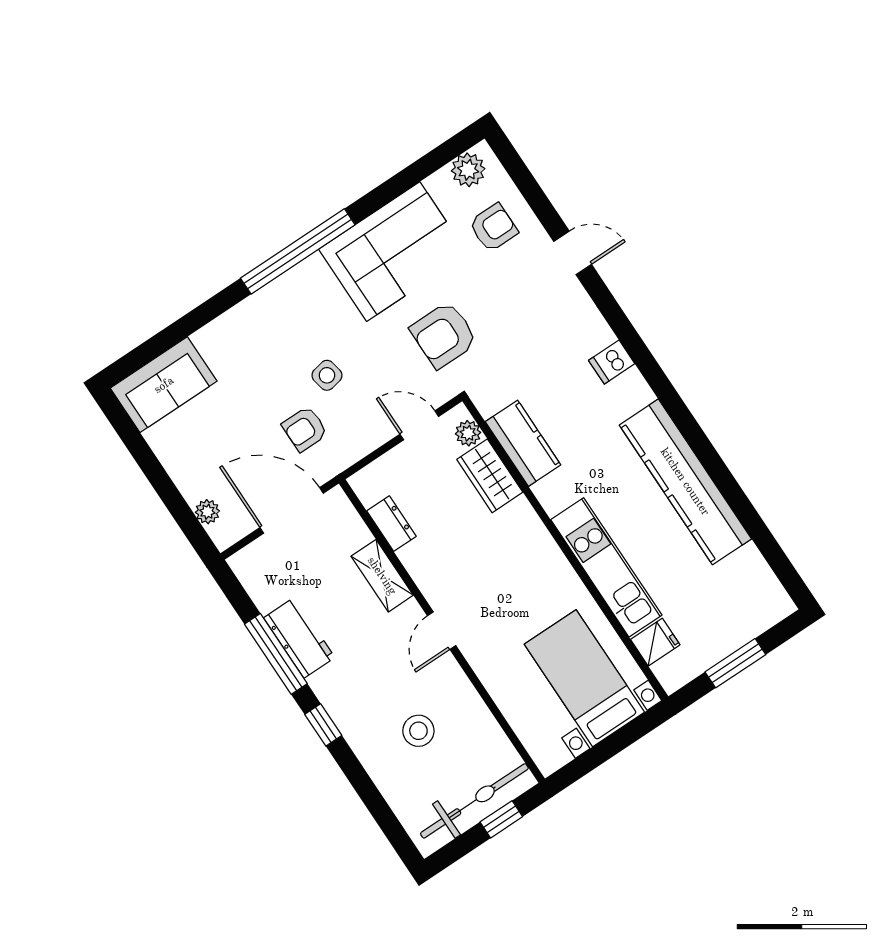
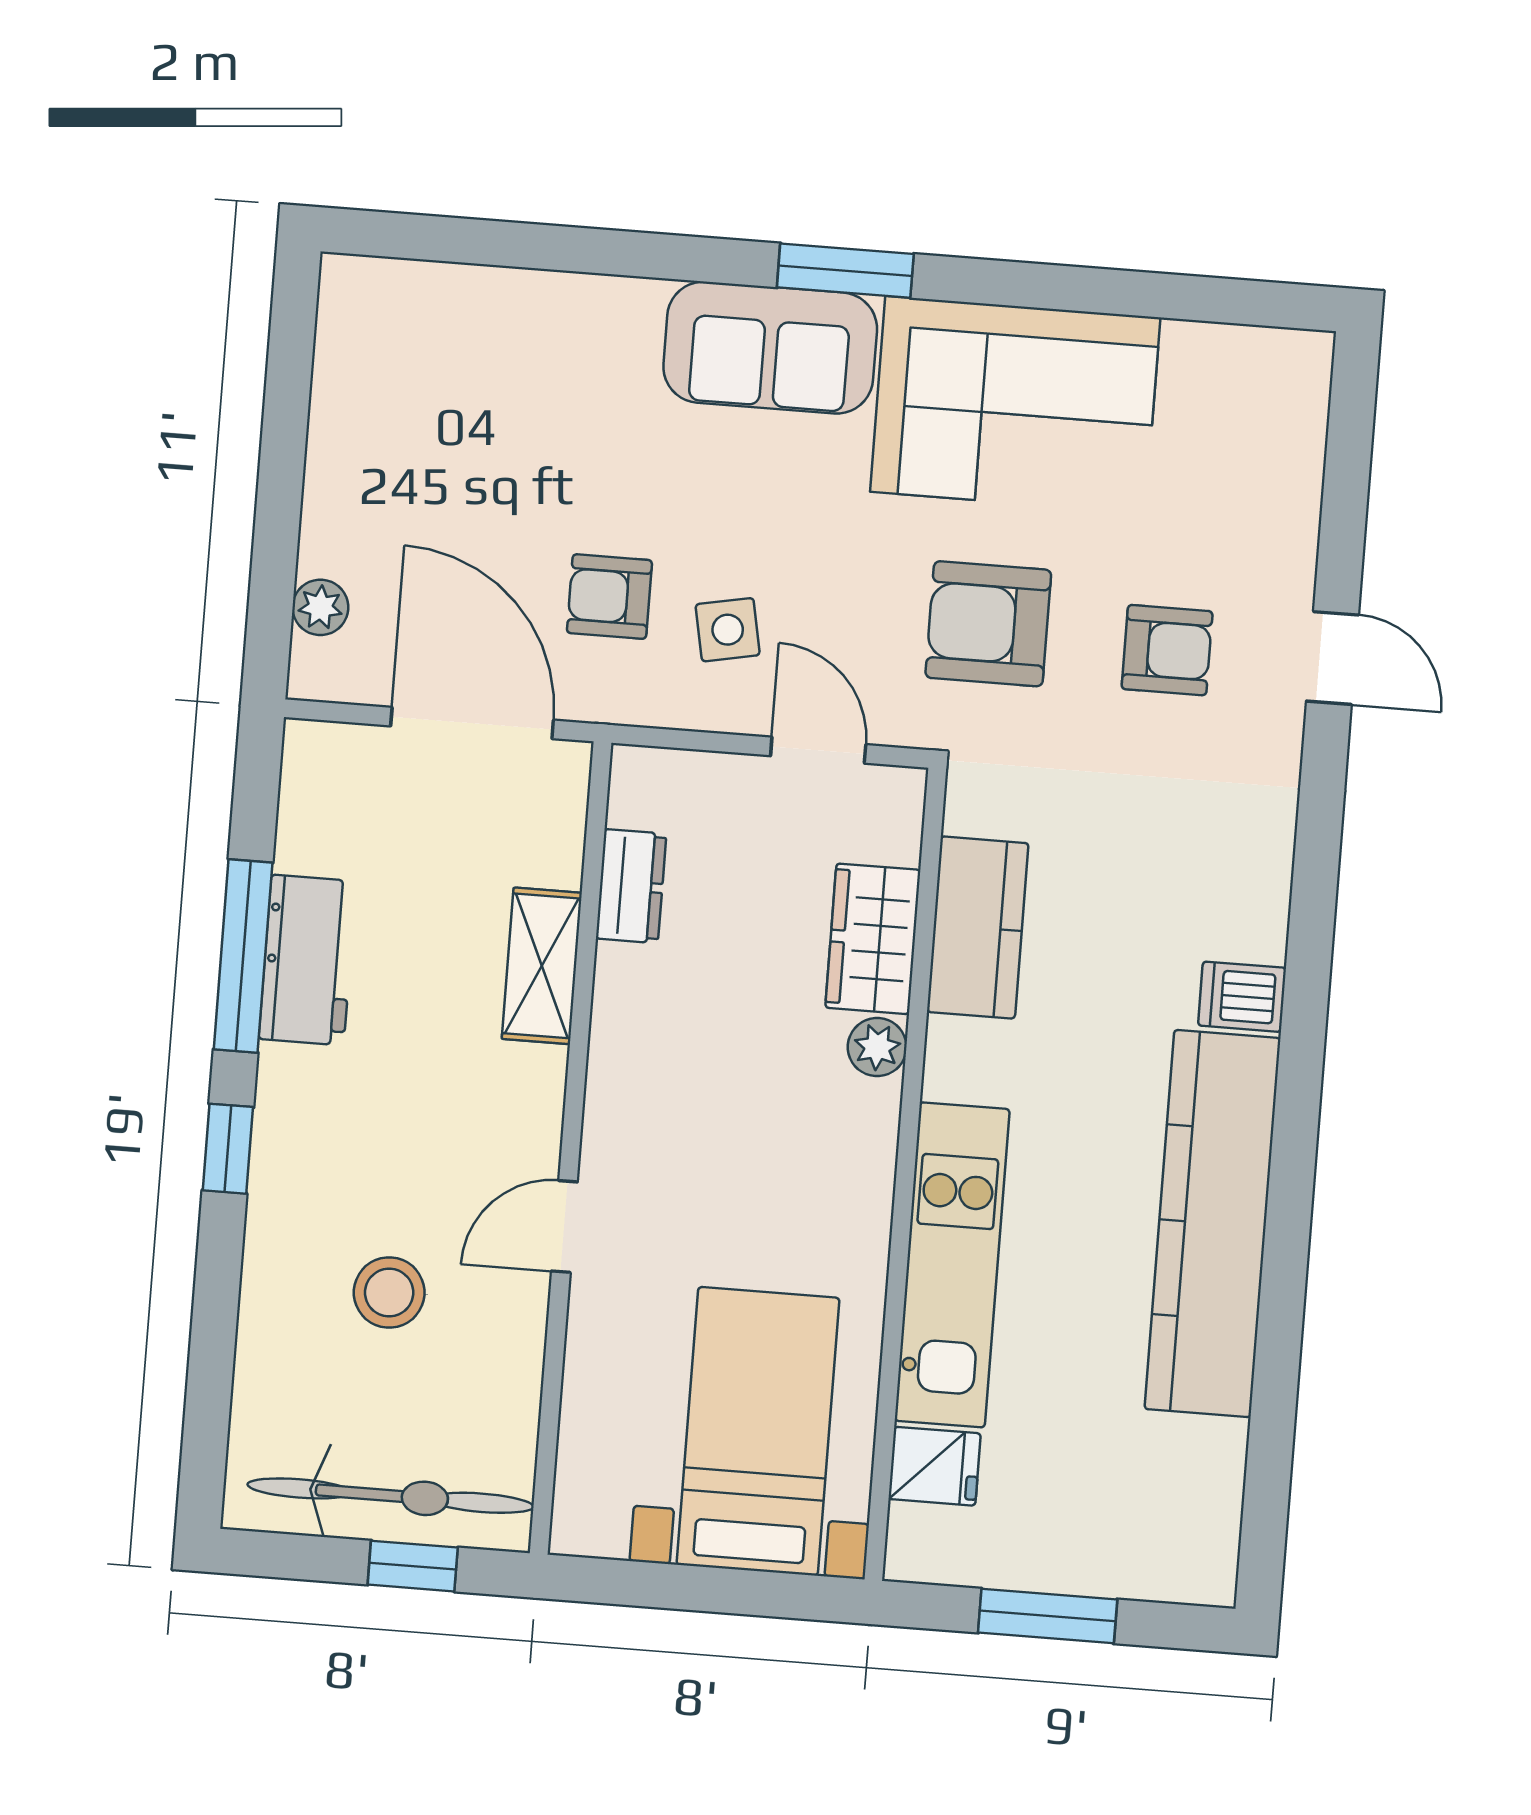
plant: (468, 170) -> (1263, 364), removed
armchair: (493, 228) -> (1167, 650), moved
window: (298, 251) -> (845, 271), width x0.47
dishwasher: (612, 362) -> (1242, 997), moved
side table: (327, 375) -> (728, 630), moved
sofa: (164, 385) -> (770, 348), moved
plant: (468, 433) -> (877, 1047), moved
door: (442, 631) -> (564, 1226), moved

